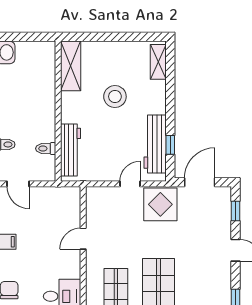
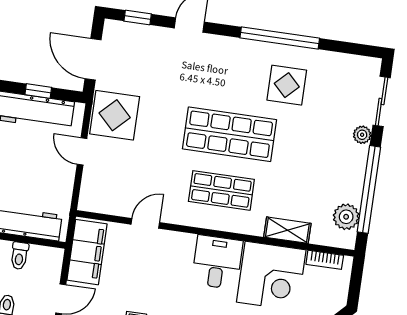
filing cabinet: (56, 198) -> (87, 252), added
door: (83, 239) -> (145, 223), swing flipped

